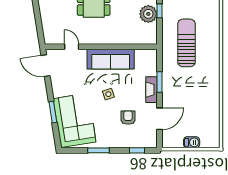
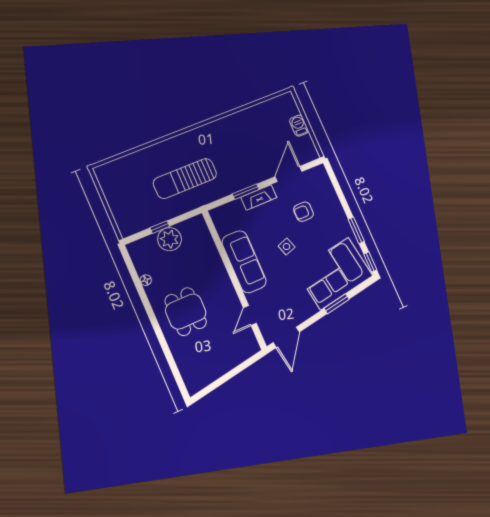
door: (160, 119) -> (289, 174), hinge flipped
window: (137, 150) -> (370, 262), moved

